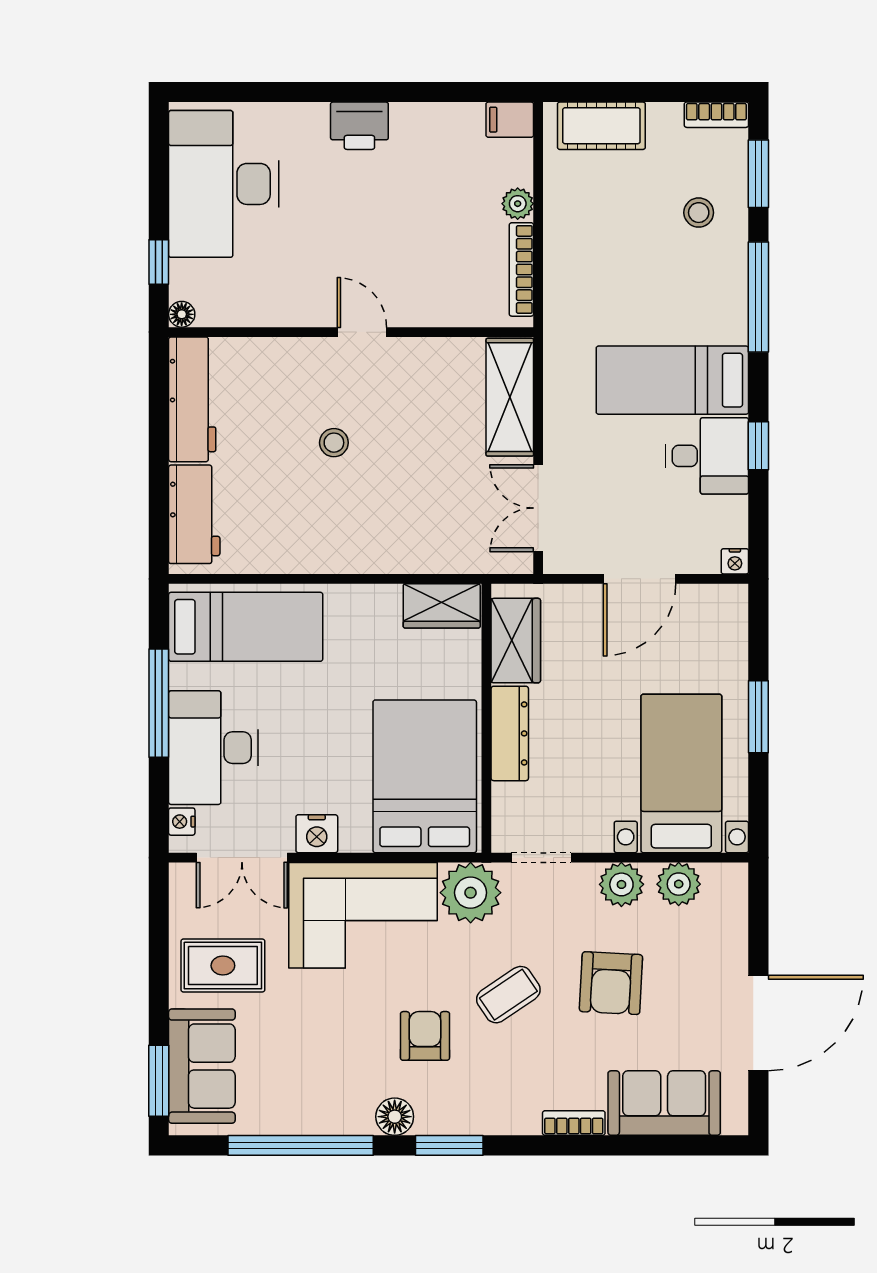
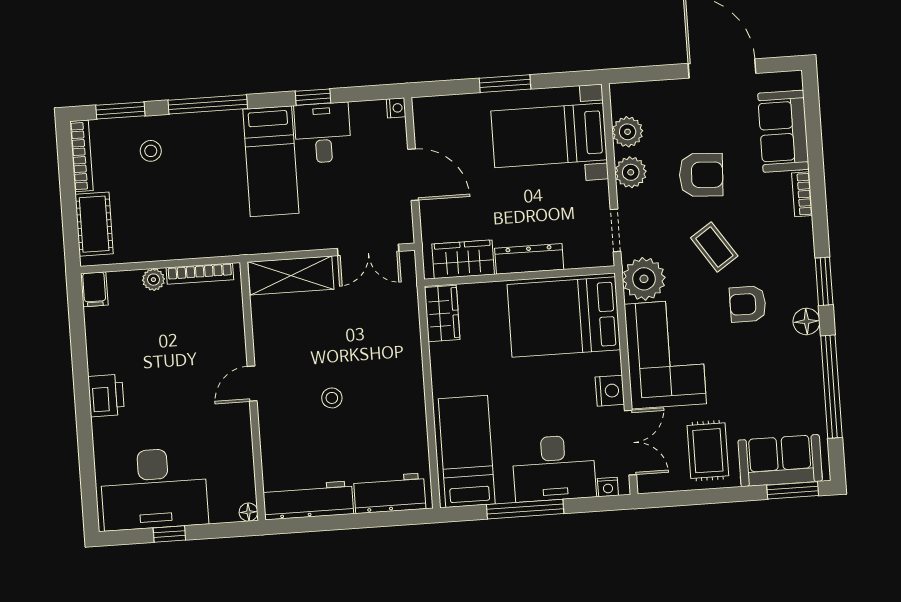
bookcase: (716, 115) -> (81, 156), width x1.56
window: (159, 262) -> (169, 534), moved

